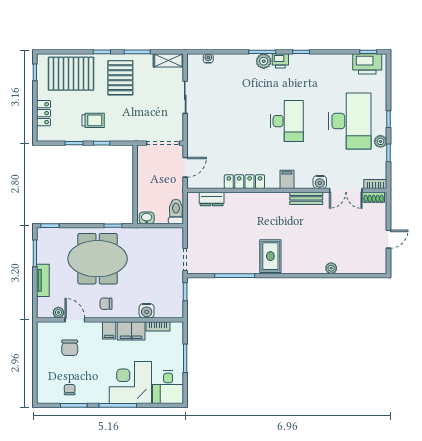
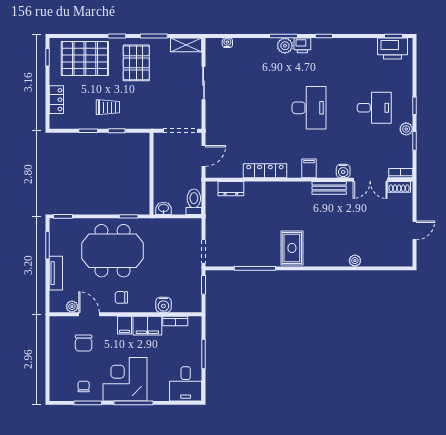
desk: (350, 121) -> (374, 108), width x0.53, depth x0.77
corner desk: (130, 382) -> (125, 379), moved

